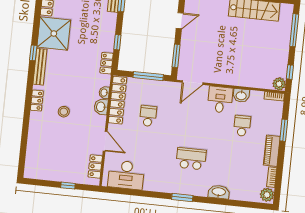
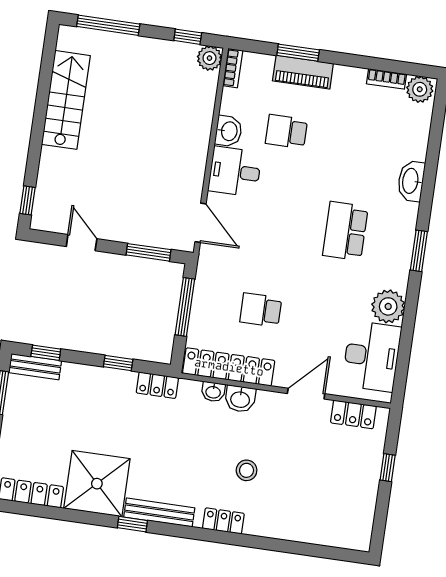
piano: (272, 151) -> (303, 72), moved
plant: (153, 183) -> (388, 306), added

